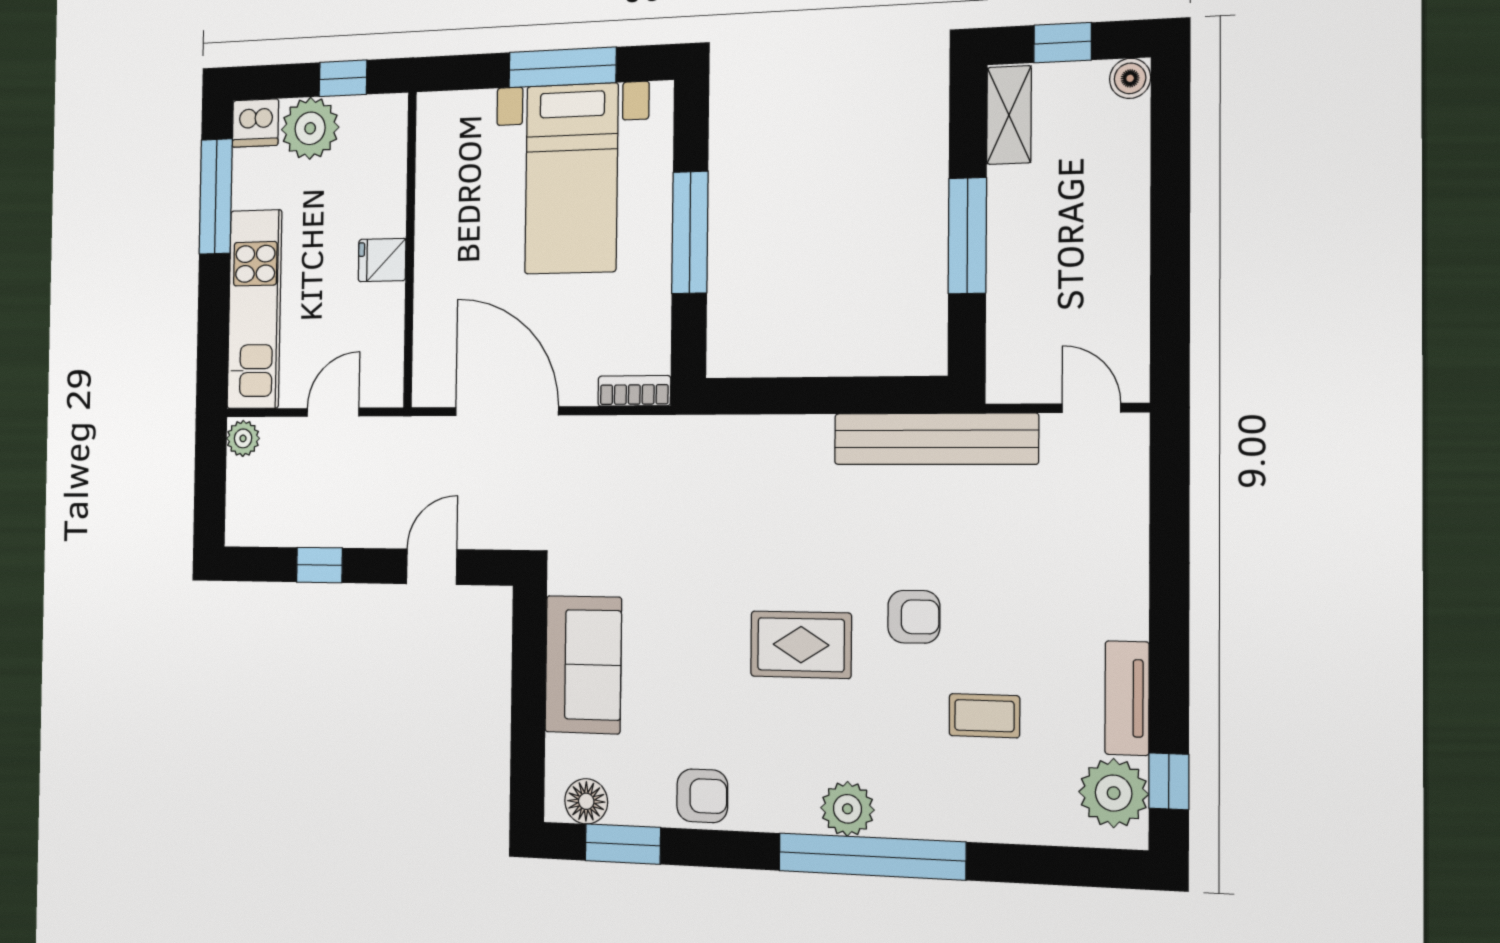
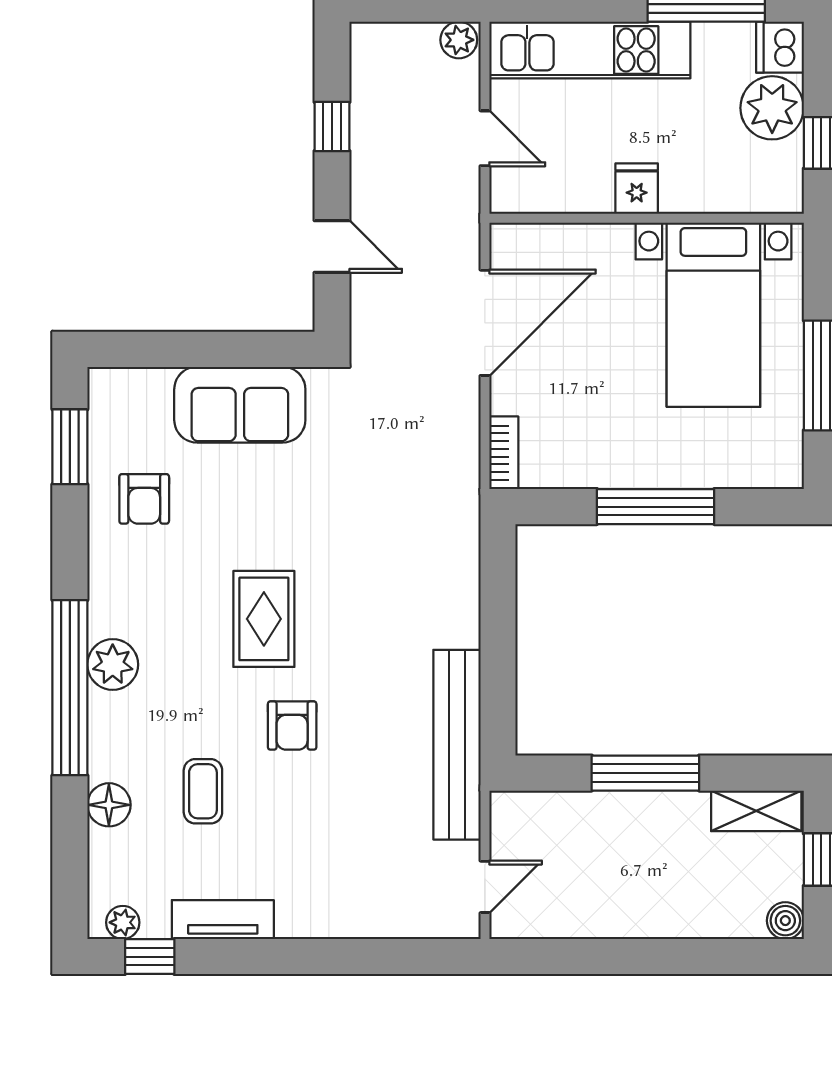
bed with nightstands: (571, 179) -> (713, 315), moved, turned -90
plant: (1114, 793) -> (123, 922), width x0.53, depth x0.53
armchair: (702, 796) -> (144, 499), moved
floor lamp: (586, 801) -> (109, 805), moved

